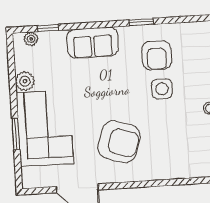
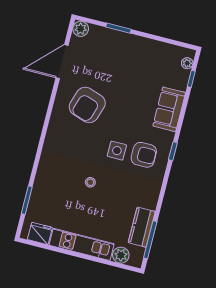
armchair: (157, 55) -> (144, 155), turned 180
plant: (25, 81) -> (81, 29), moved
corner sofa: (45, 128) -> (116, 52), removed

